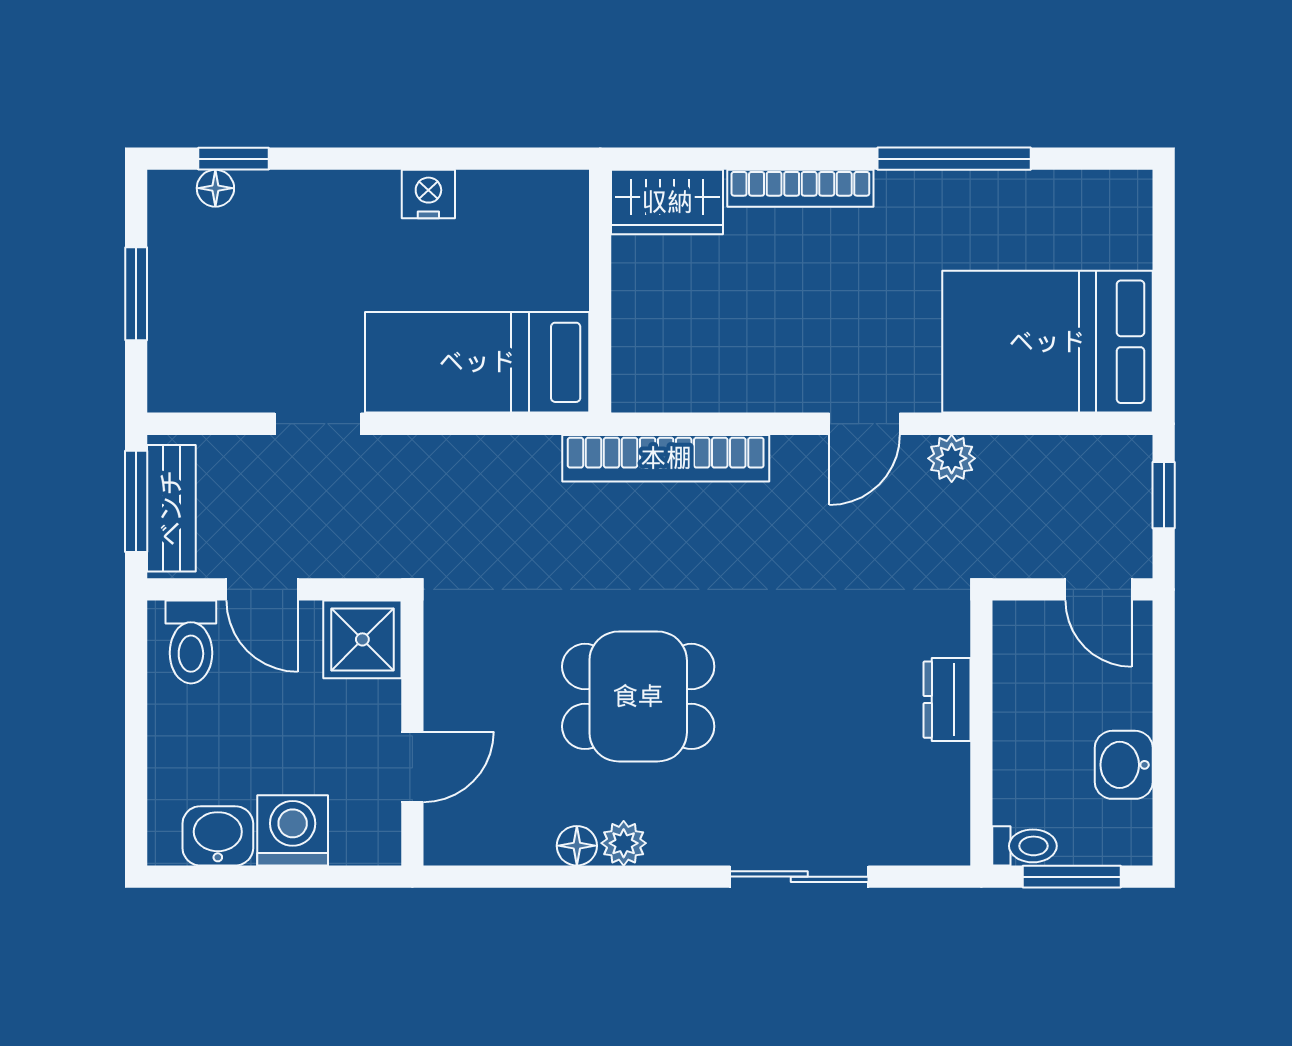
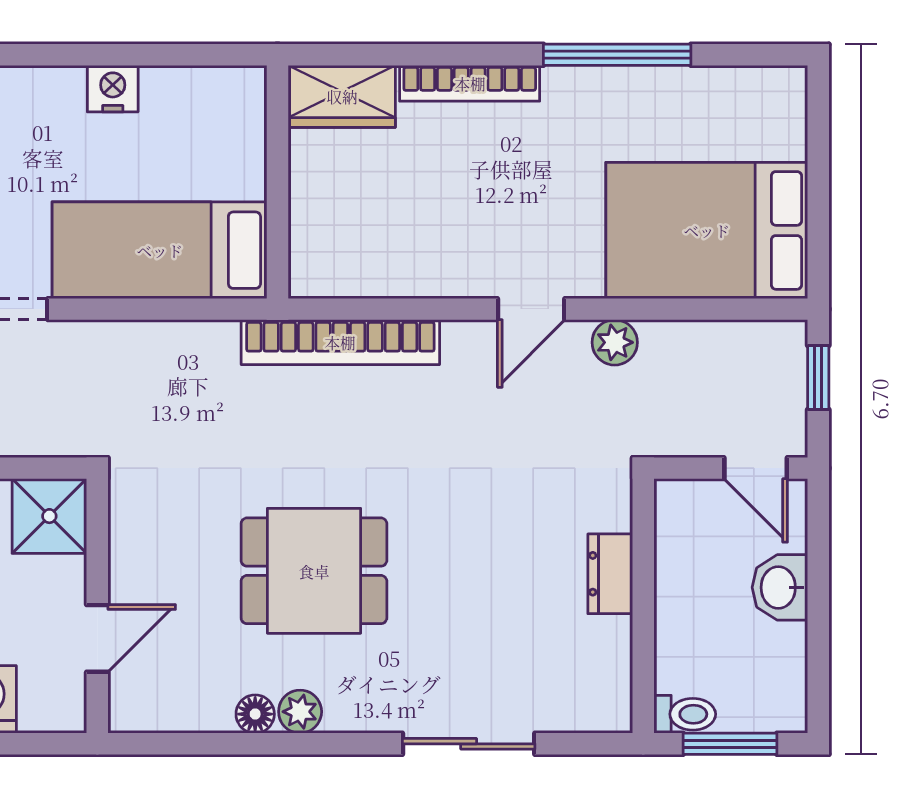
washbasin: (1124, 765) -> (780, 587), moved

